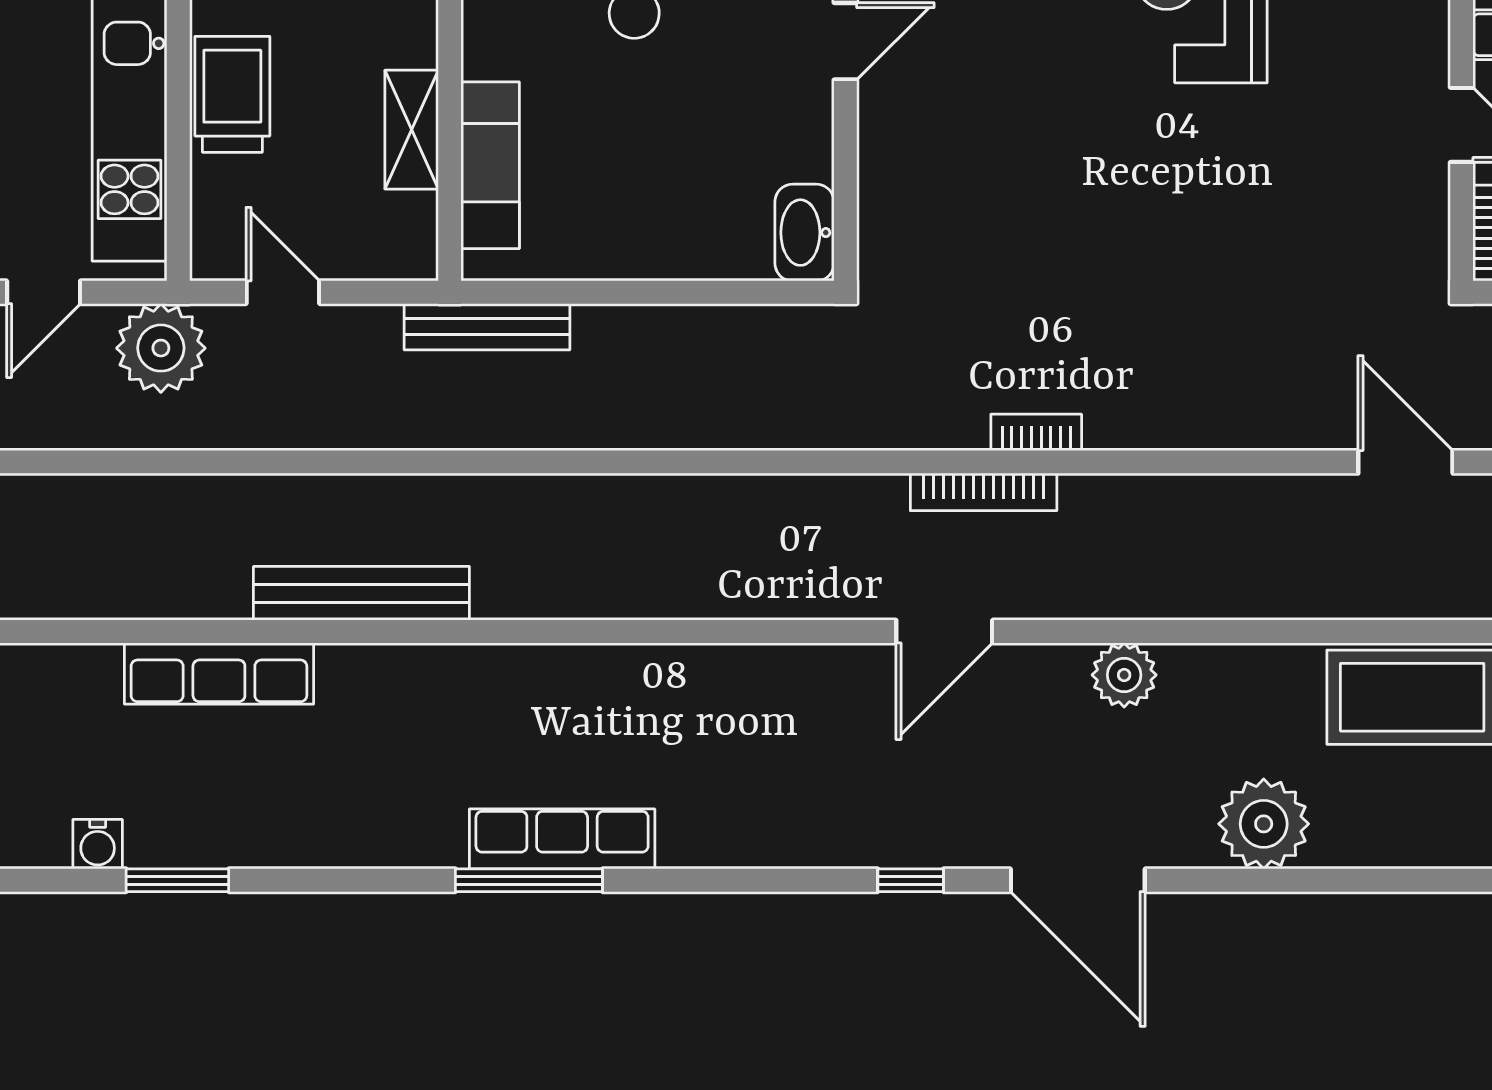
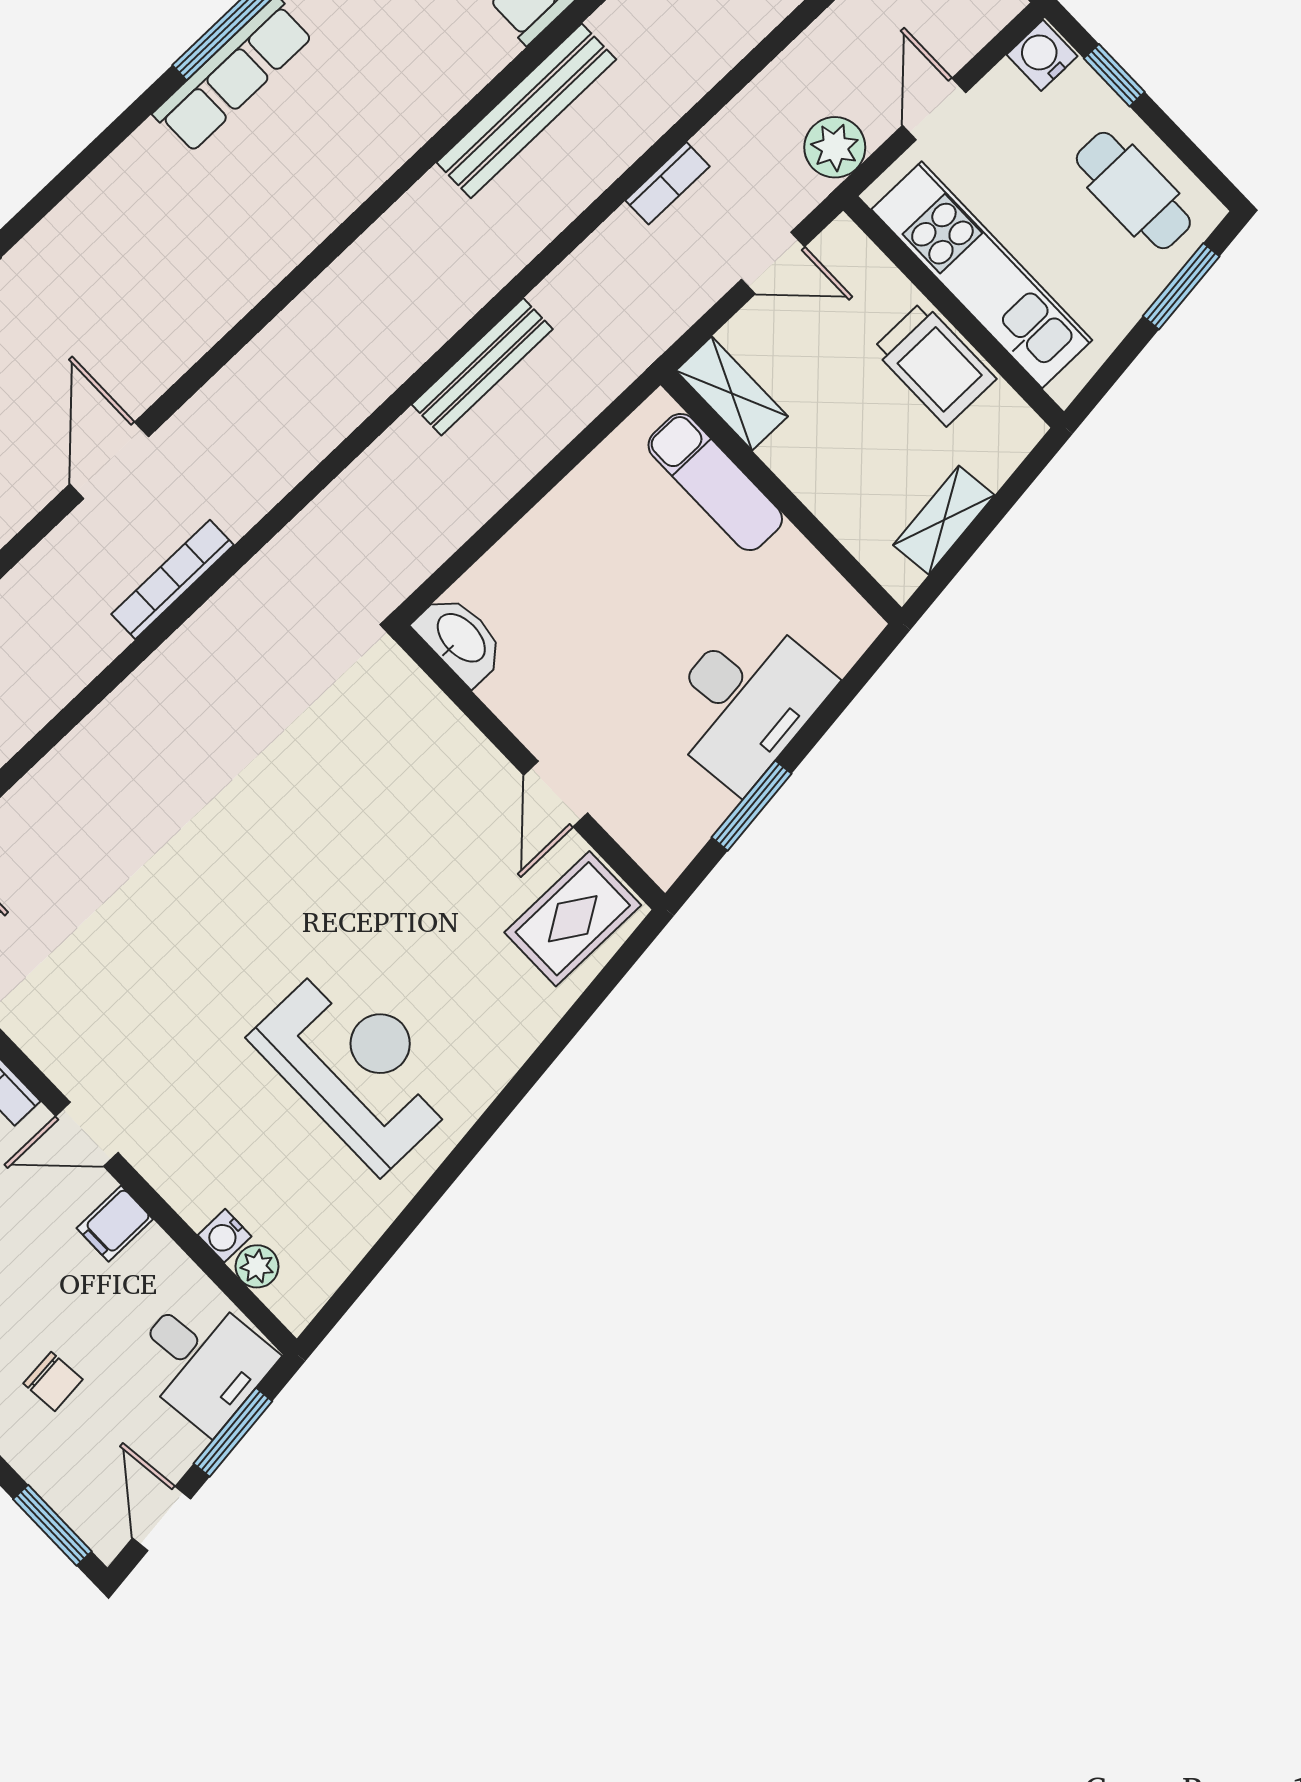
shelving: (412, 130) -> (732, 393), moved
bench: (487, 327) -> (482, 367), moved
plant: (161, 348) -> (835, 147), width x0.73, depth x0.73
bookcase: (1036, 432) -> (667, 183), moved

